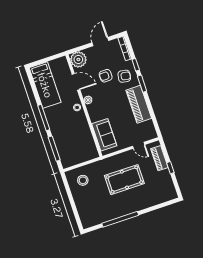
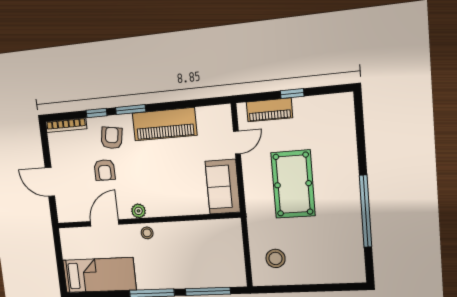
door: (100, 42) -> (50, 182), moved
plant: (78, 59) -> (69, 209), removed
sofa: (104, 135) -> (223, 187), moved, turned -90

